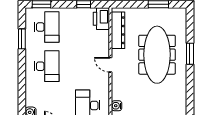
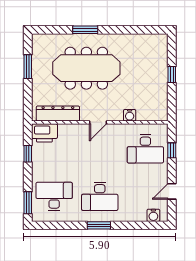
window: (22, 39) -> (99, 225), moved
desk: (47, 66) -> (100, 196), turned 180
water cooler: (117, 106) -> (130, 115), moved

